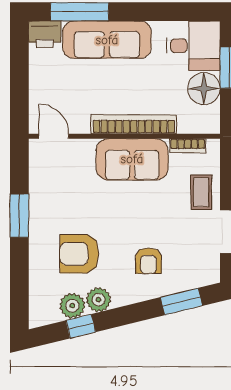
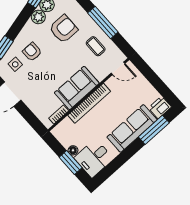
floor lamp: (204, 89) -> (73, 150), width x0.53, depth x0.53
coffee table: (201, 192) -> (96, 46), moved
window: (19, 216) -> (103, 22), width x1.44
side table: (186, 264) -> (15, 64), added

